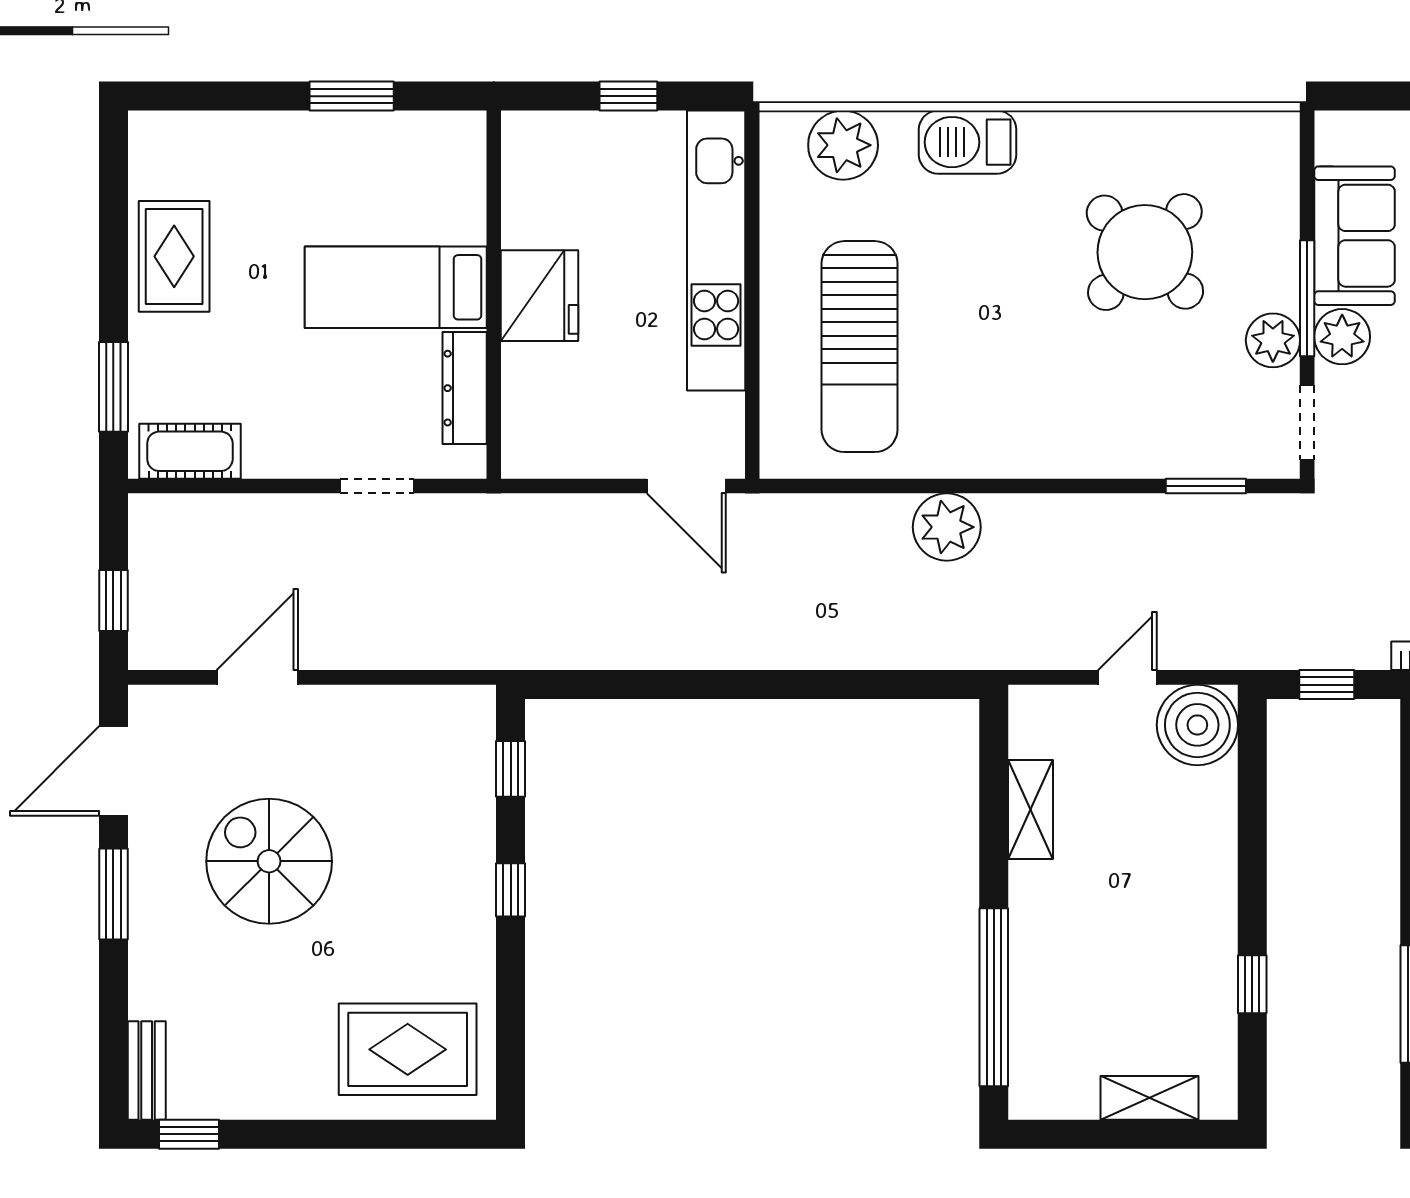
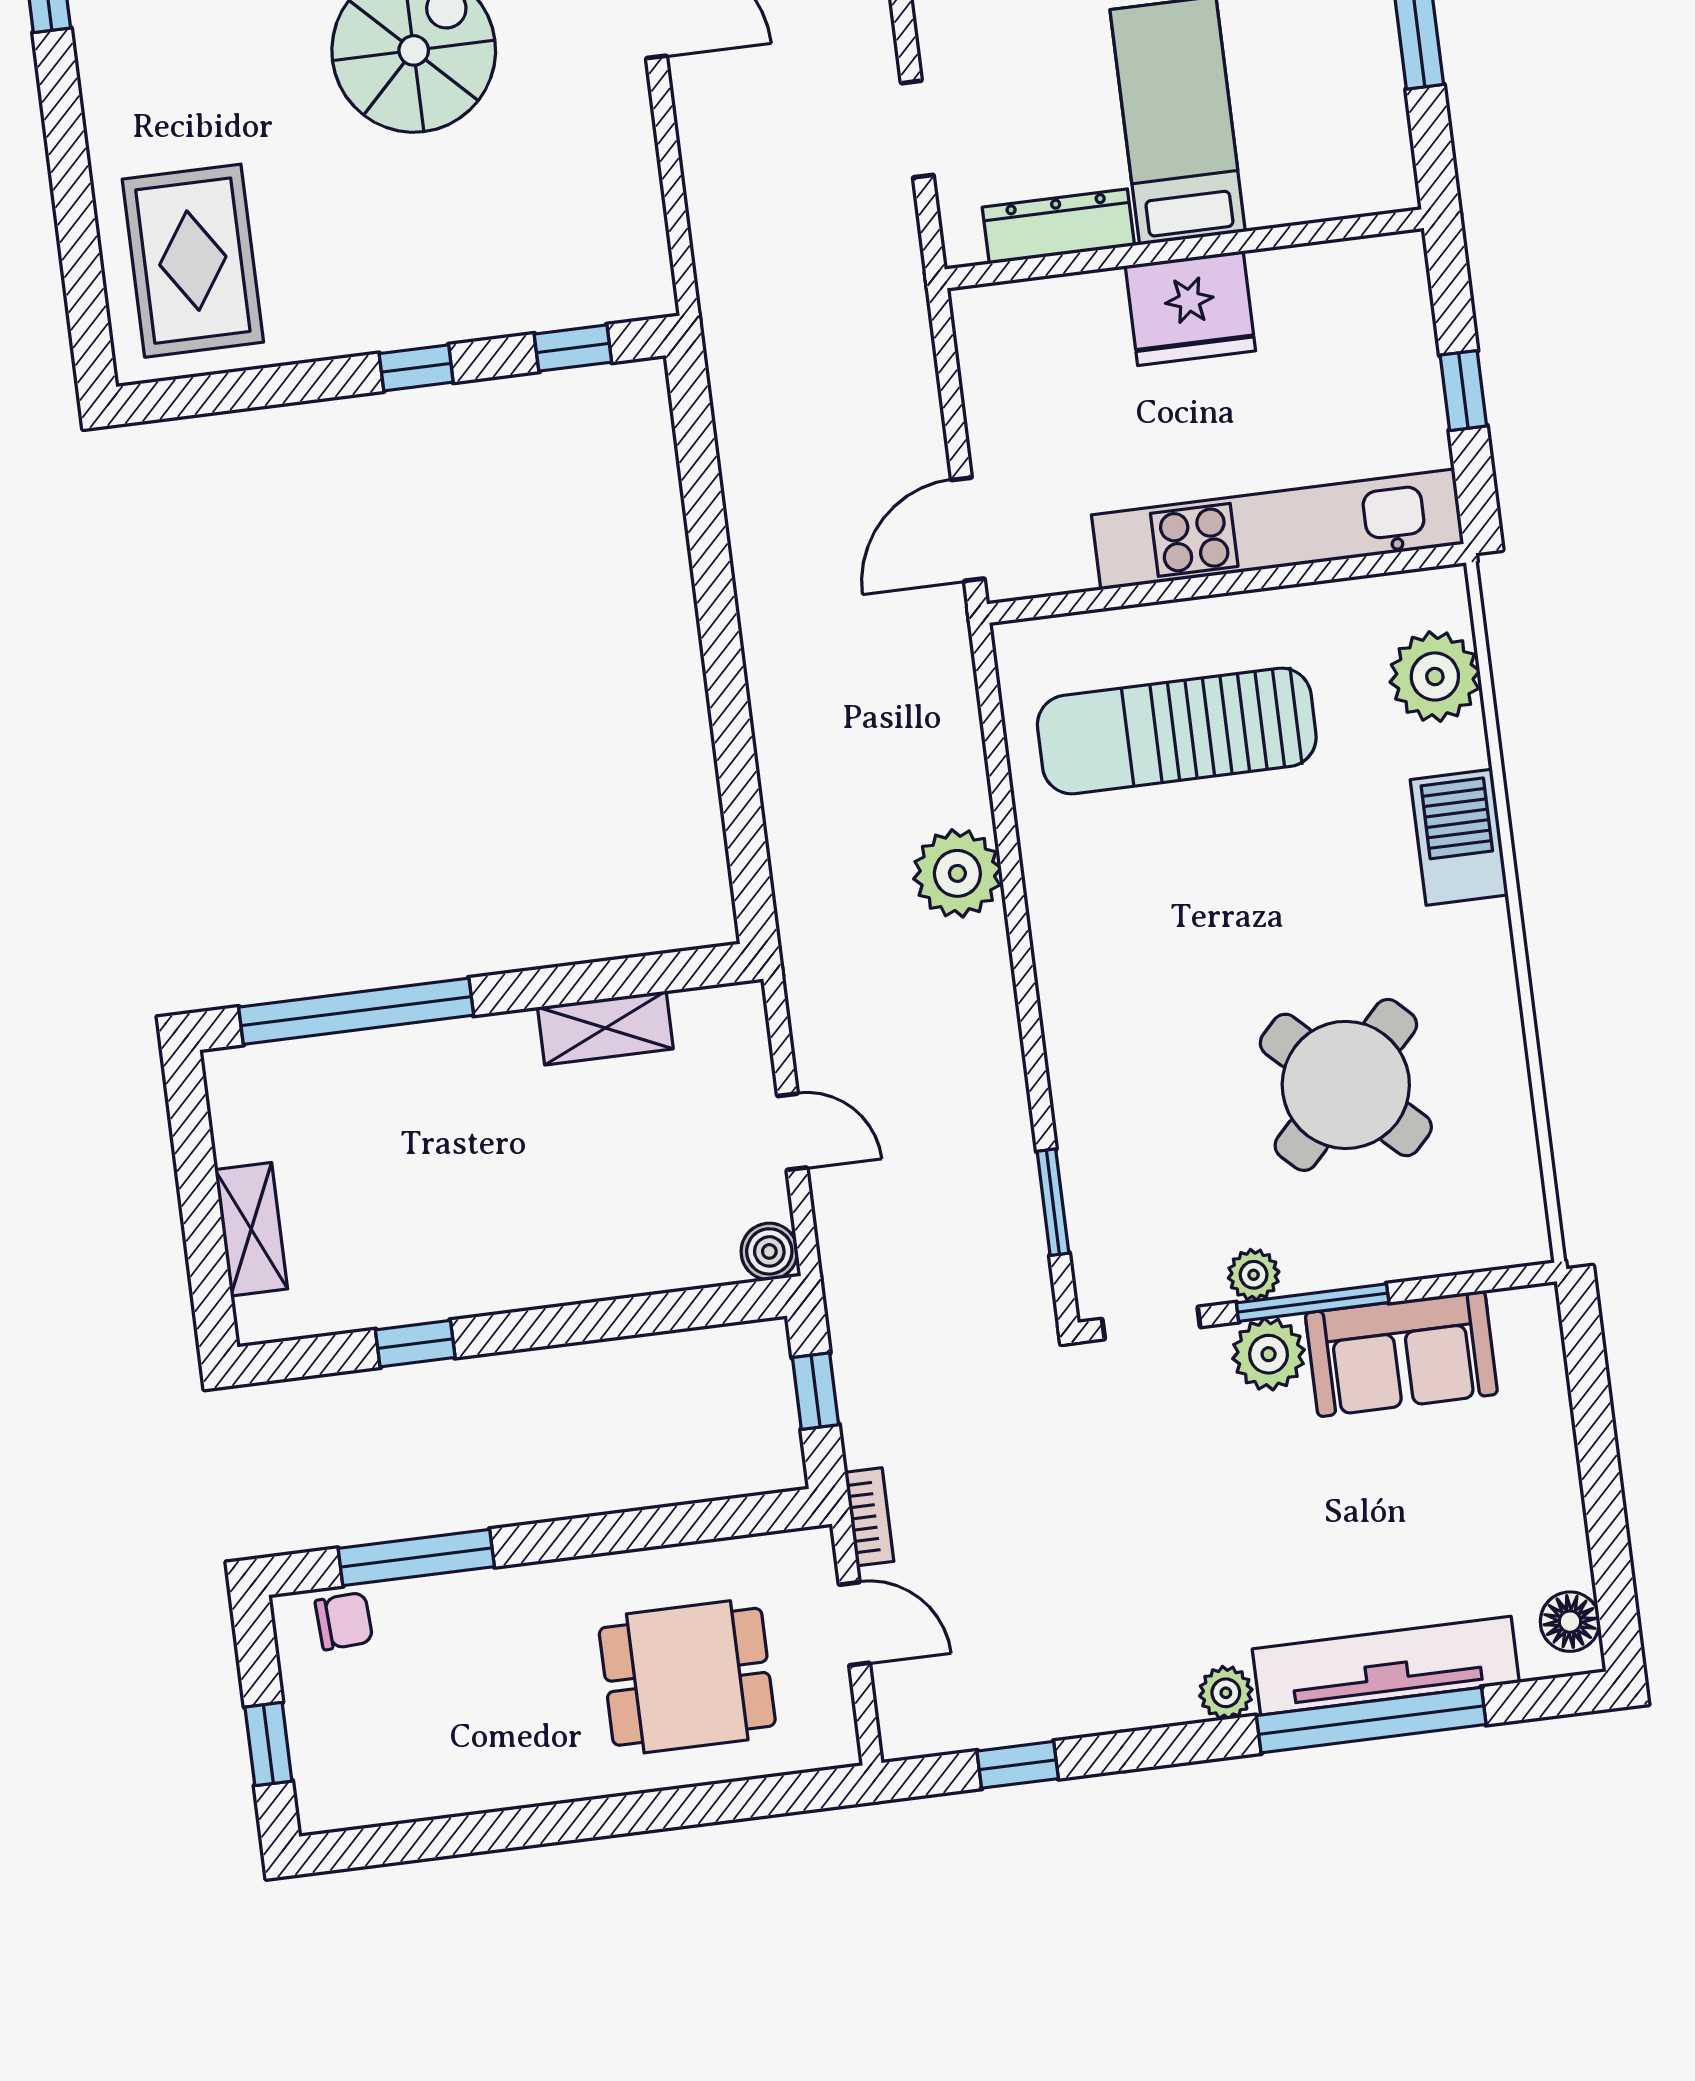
plant: (1273, 340) -> (1254, 1275), width x0.73, depth x0.73
boiler: (1197, 725) -> (769, 1251), width x0.54, depth x0.54

